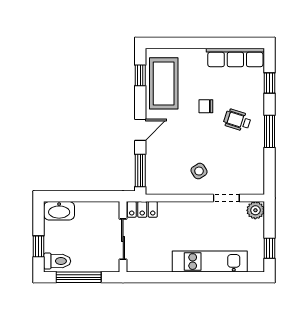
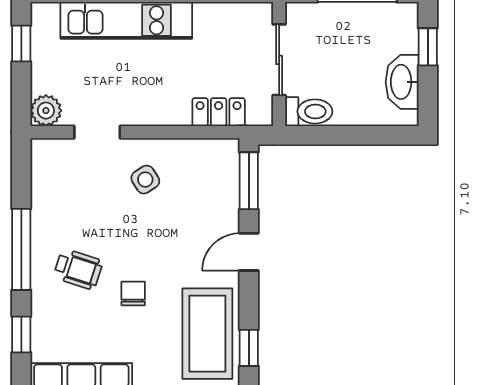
chair: (206, 106) -> (133, 294), turned -90
window: (269, 131) -> (21, 249), width x1.44
locker: (142, 209) -> (219, 112), moved
washbasin: (59, 211) -> (402, 82), moved, turned -90
toilet: (57, 261) -> (309, 111), moved, turned 180

